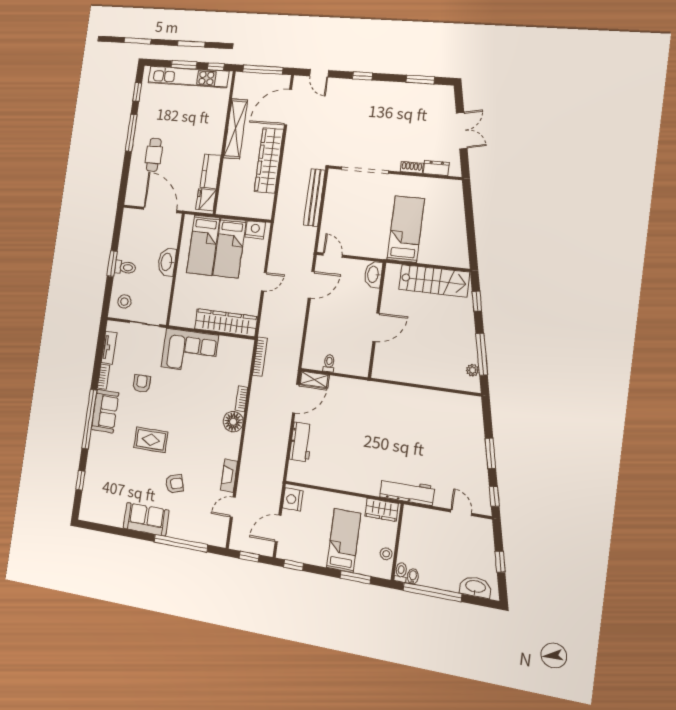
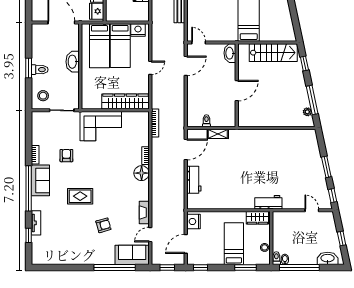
tv unit: (109, 348) -> (36, 223), moved
shelving: (314, 379) -> (218, 134), moved
workbench: (407, 492) -> (268, 202), width x0.73
sofa: (146, 519) -> (132, 255), moved

